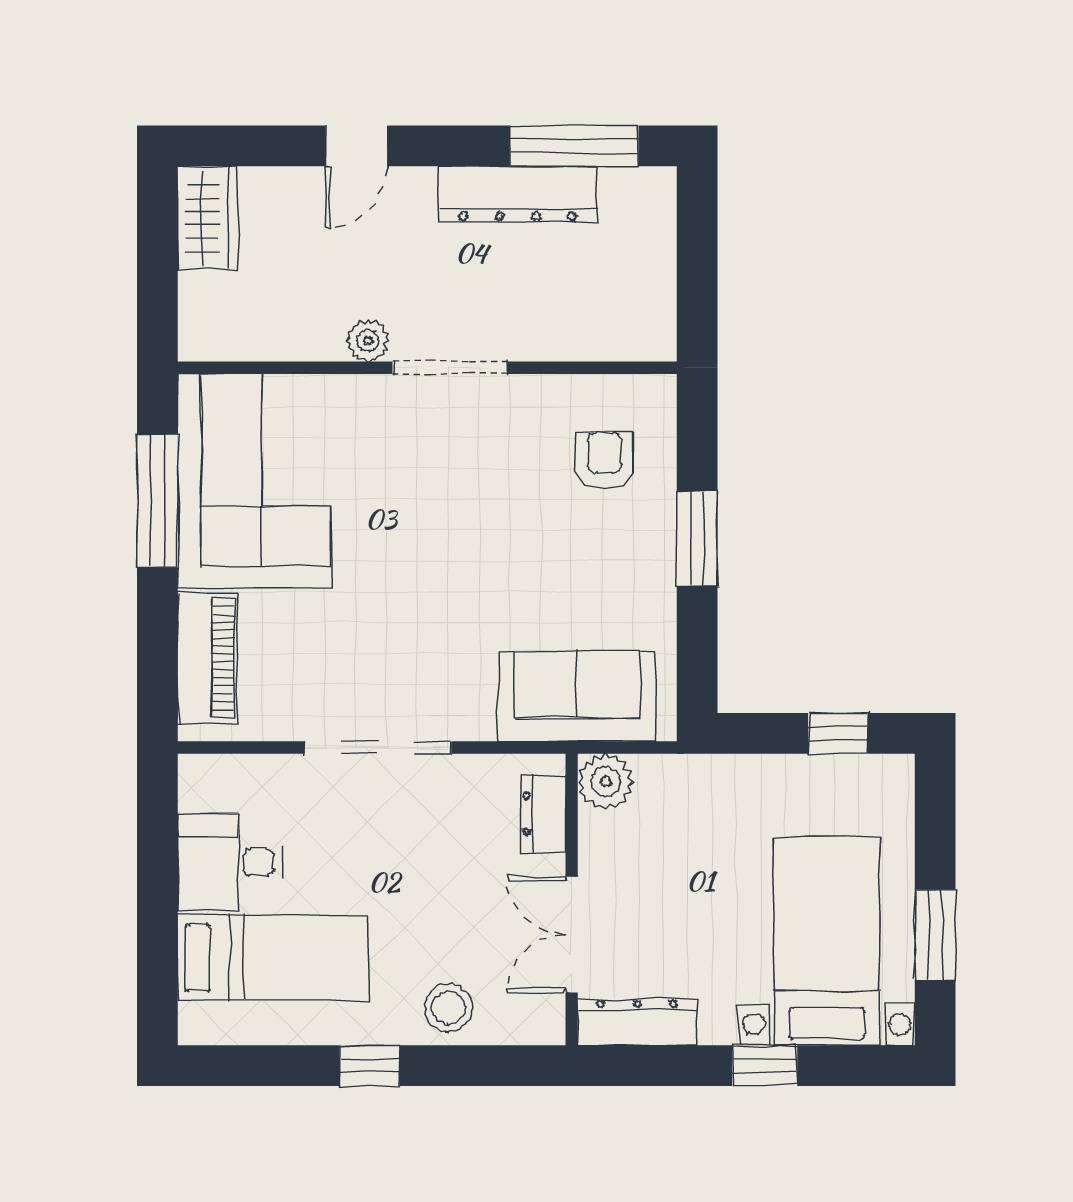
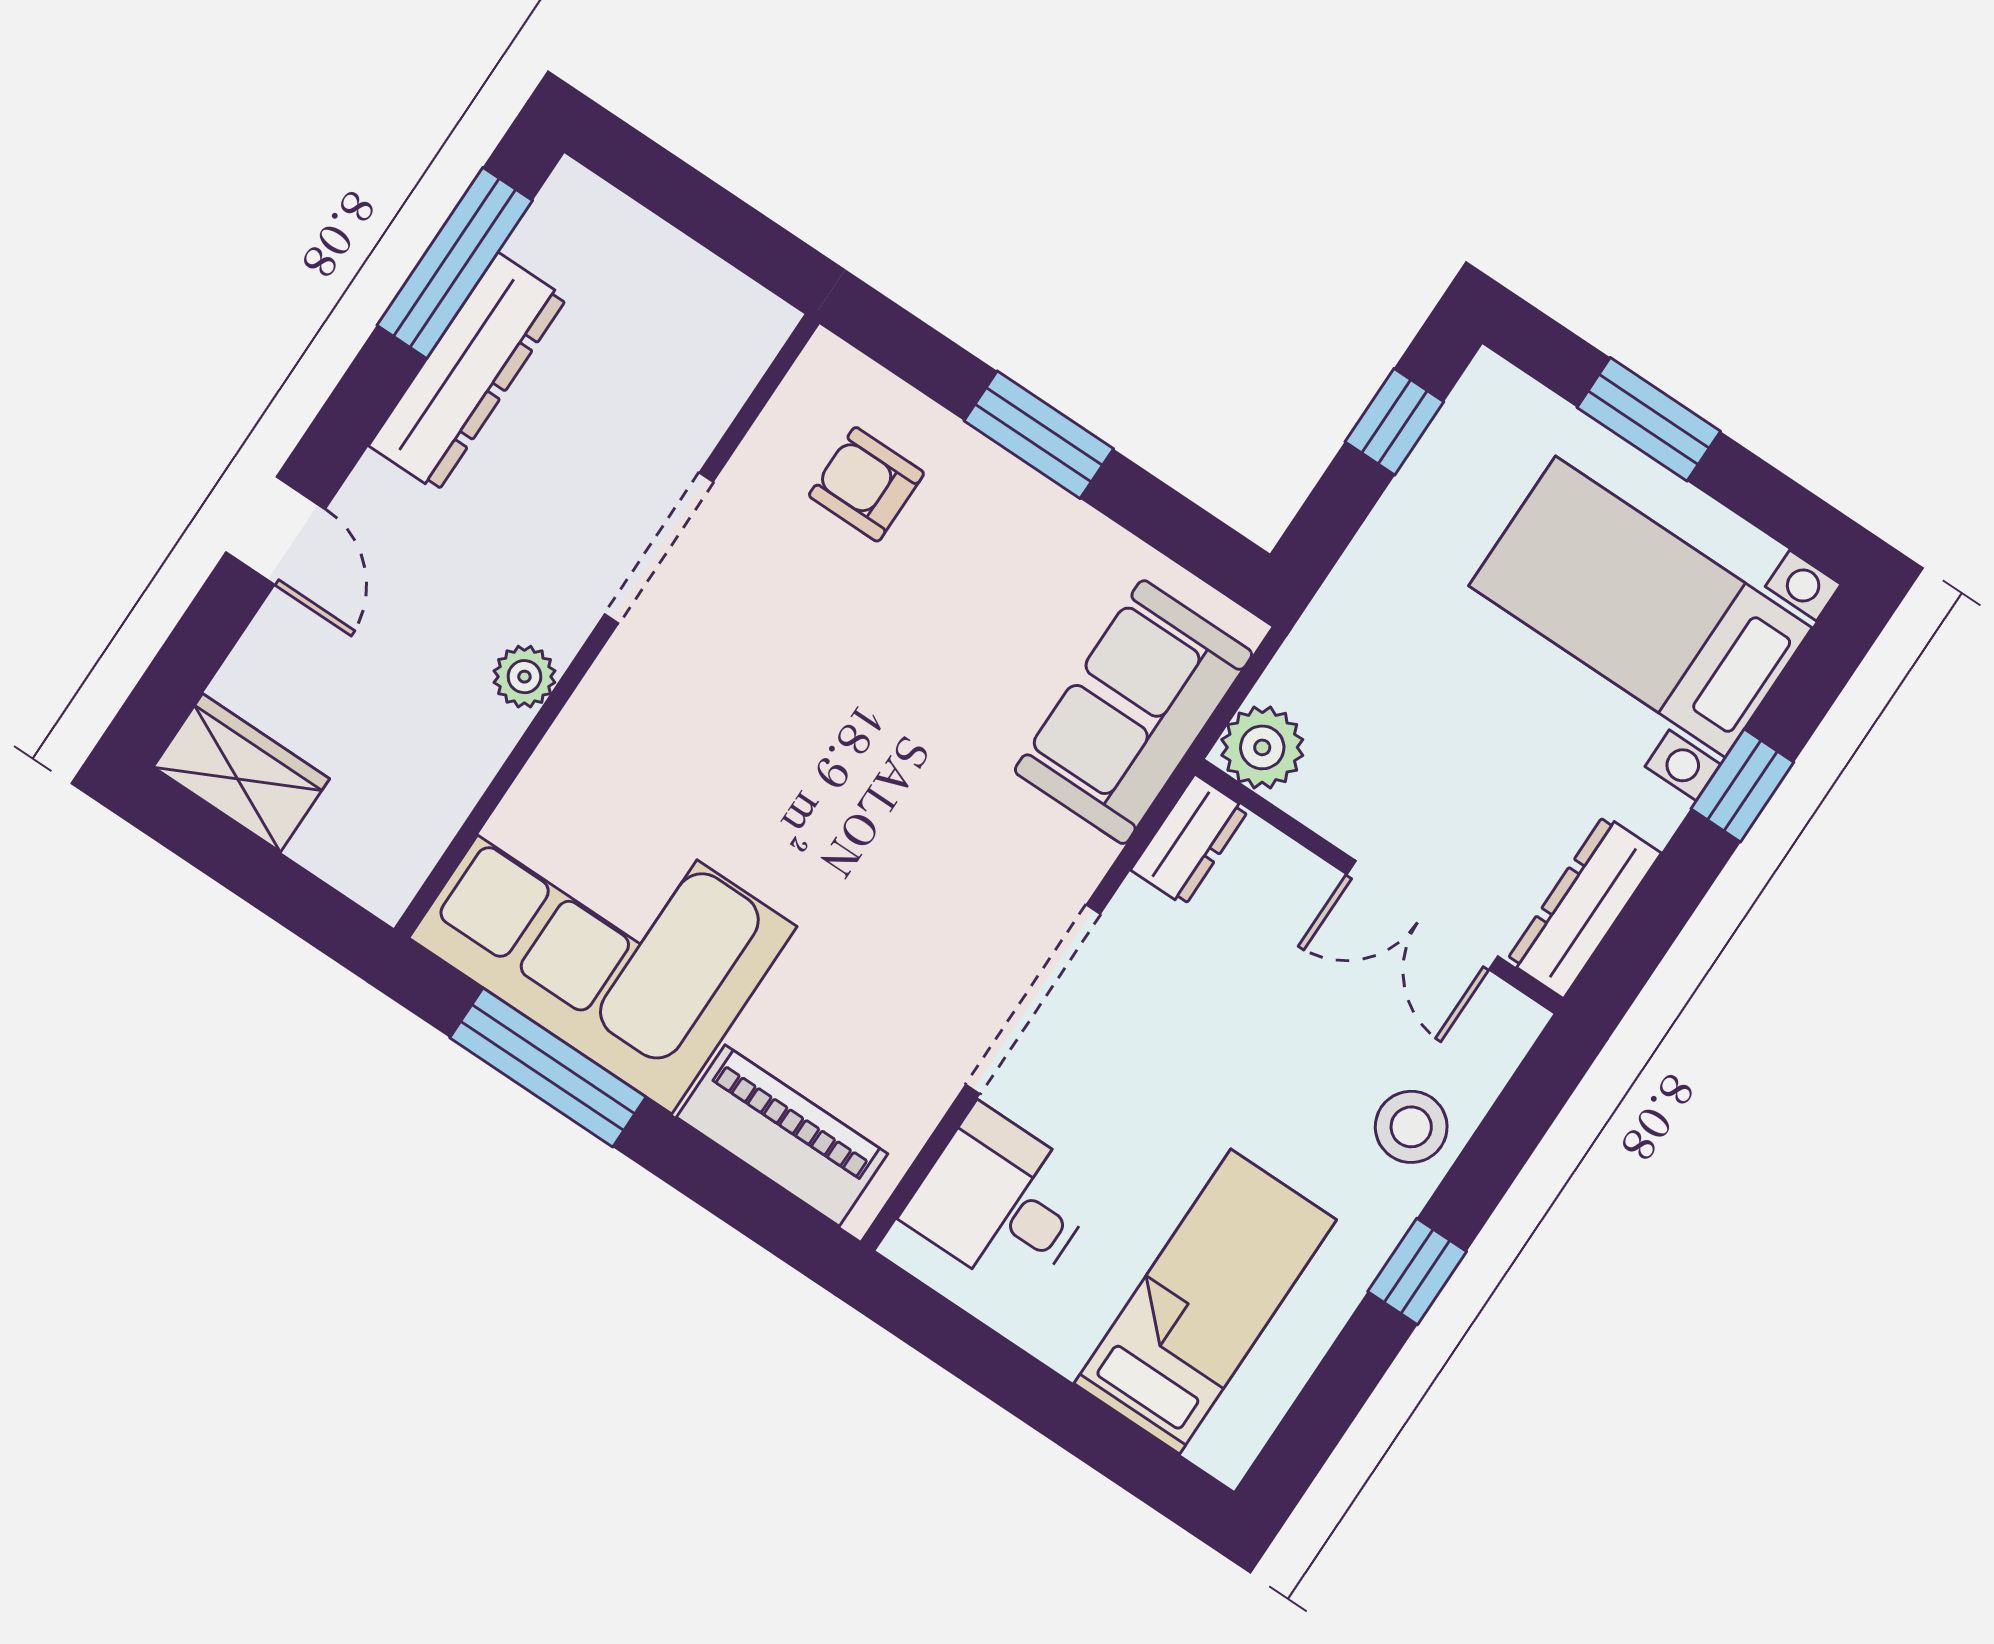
doorway: (450, 368) -> (659, 548), moved
dresser: (543, 814) -> (1190, 840), moved, turned -90
desk: (230, 862) -> (1002, 1202), moved, turned 90
window: (935, 935) -> (1649, 419), moved

